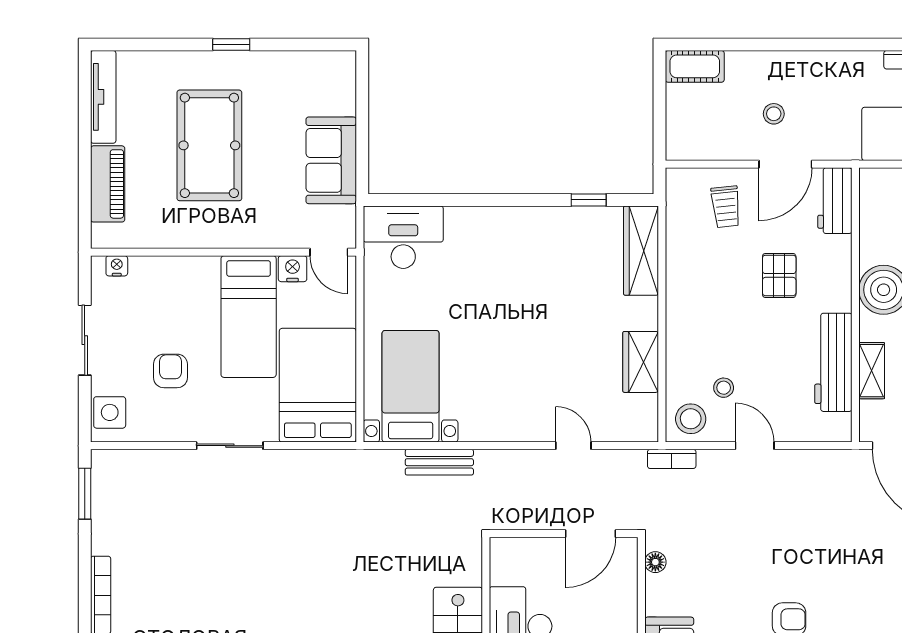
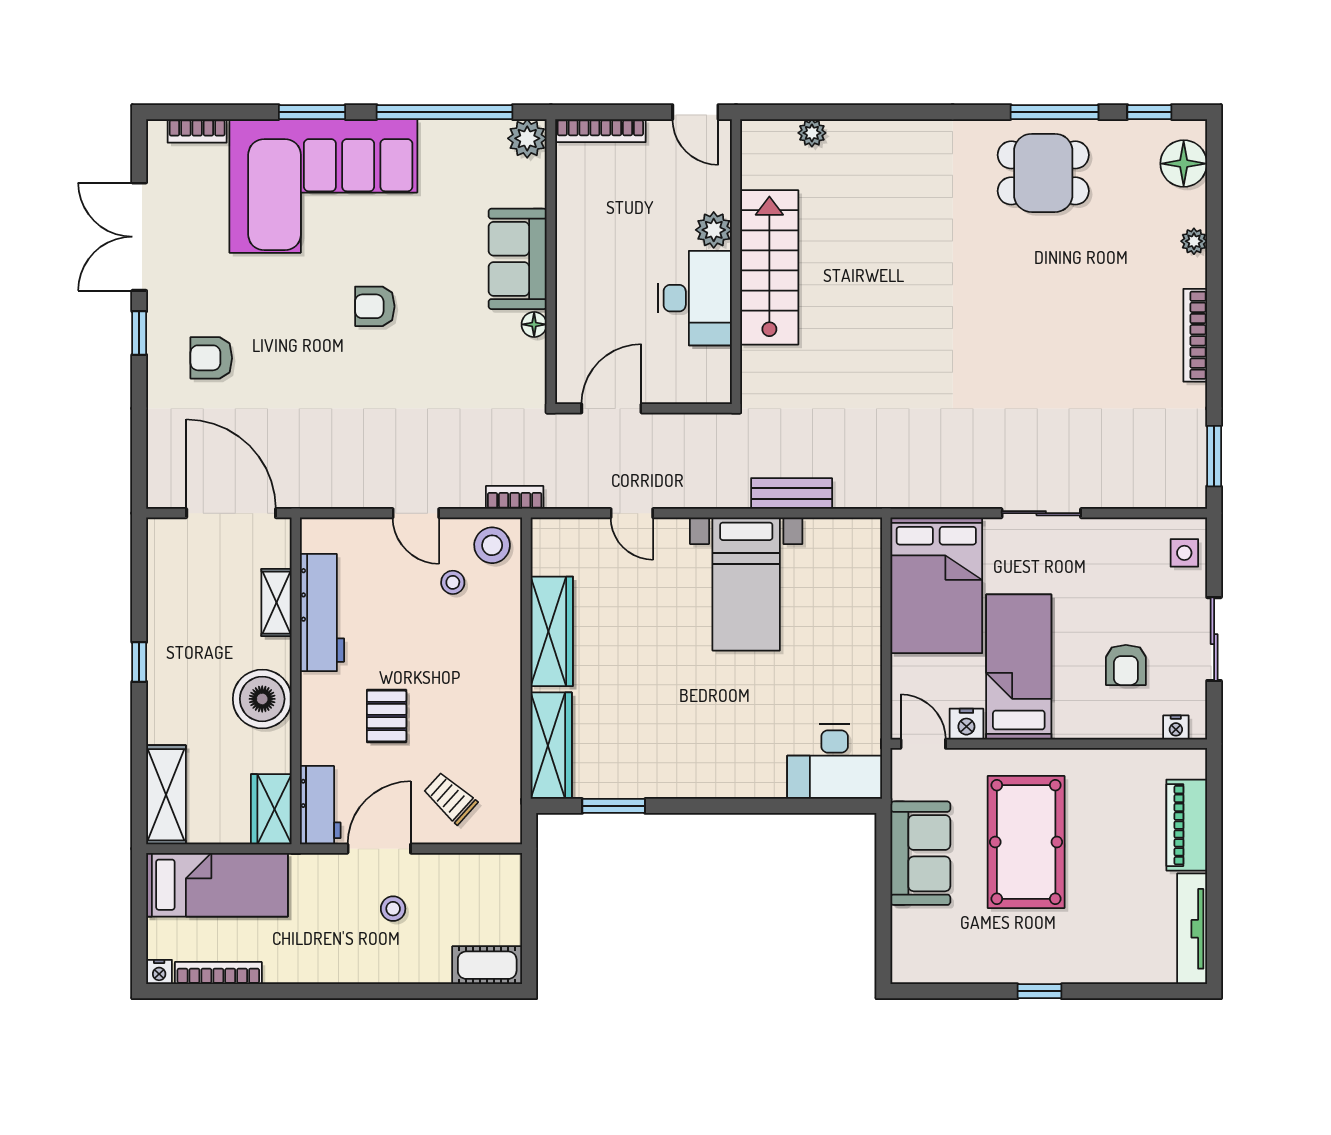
pool table: (209, 145) -> (1026, 842), moved
wardrobe: (876, 197) -> (271, 809), added
window: (589, 200) -> (614, 806), width x1.50
trolley: (726, 207) -> (450, 798), turned -42
wardrobe: (641, 362) -> (552, 631), width x1.50
armchair: (170, 371) -> (1126, 665), moved
bed with nightstands: (411, 386) -> (746, 584), moved
side table: (110, 412) -> (1184, 553), width x0.73, depth x0.73
floor lamp: (655, 562) -> (534, 324), moved

